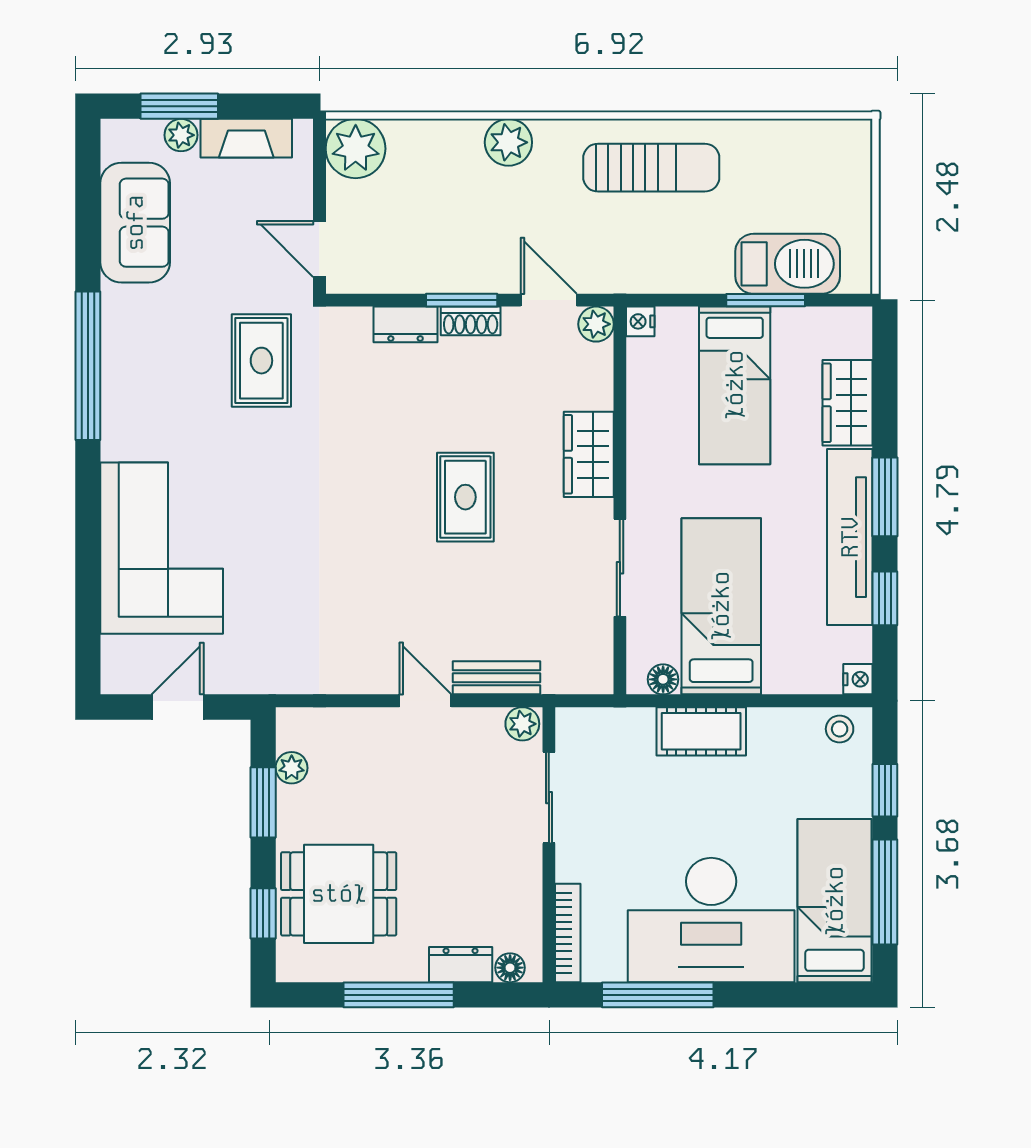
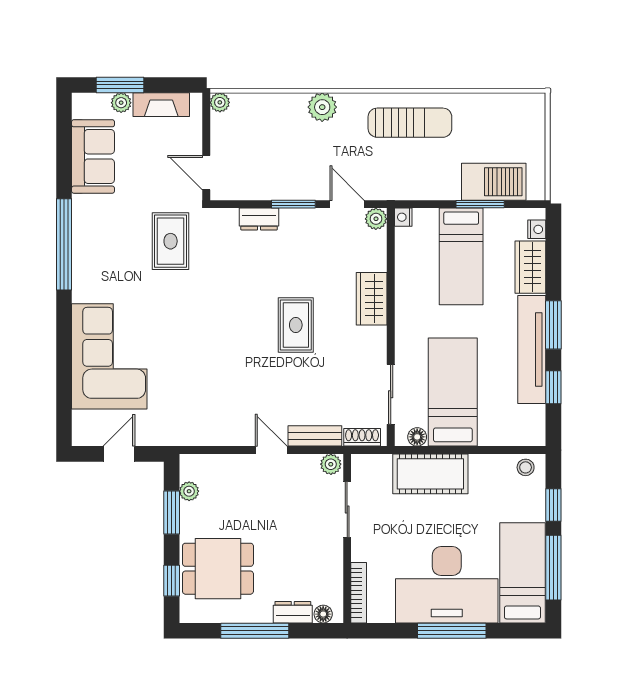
plant: (356, 149) -> (220, 102), width x0.53, depth x0.53
shoe rack: (471, 321) -> (362, 437), moved, turned 180
sliding door: (620, 568) -> (391, 394), moved
nightstand: (858, 679) -> (537, 229), moved
cot: (701, 731) -> (430, 474), width x1.37, depth x1.34
window: (658, 995) -> (452, 631), moved

